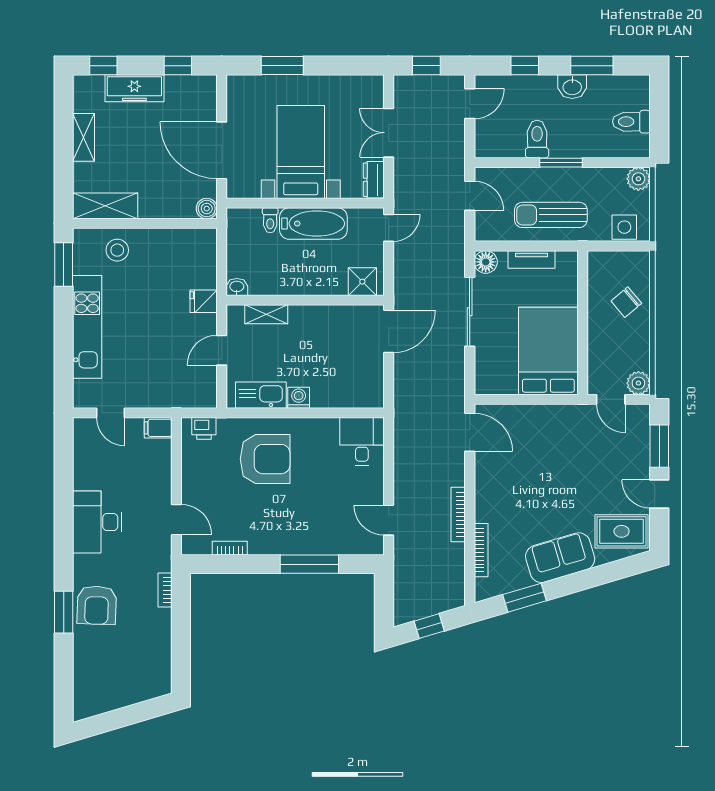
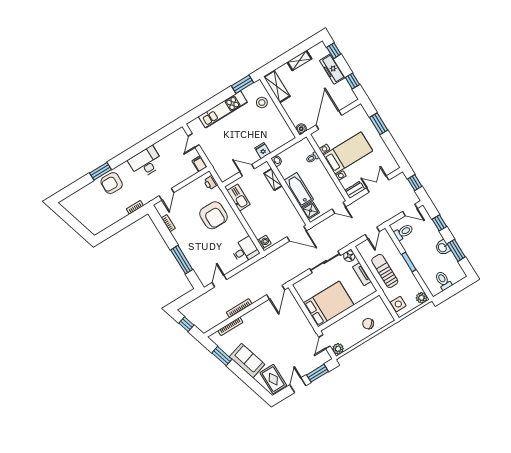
toilet: (537, 139) -> (404, 232), moved
bathtub: (313, 224) -> (299, 190), moved, turned 180
washing machine: (299, 398) -> (264, 242), moved

